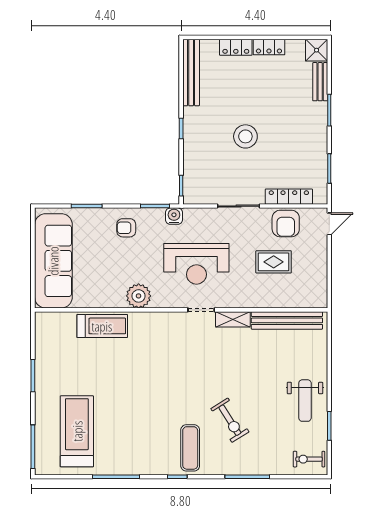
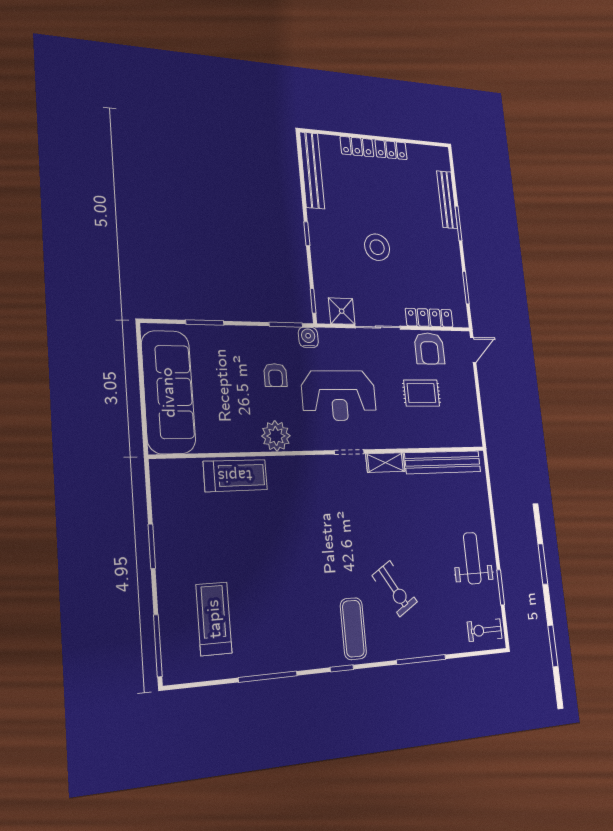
shower: (317, 50) -> (342, 311), moved
bench: (320, 82) -> (447, 200), width x1.36
armchair: (126, 228) -> (275, 375), moved, turned -90
weight bench: (305, 401) -> (472, 558), turned 180
treadmill: (77, 431) -> (214, 619), width x0.73, depth x0.73

